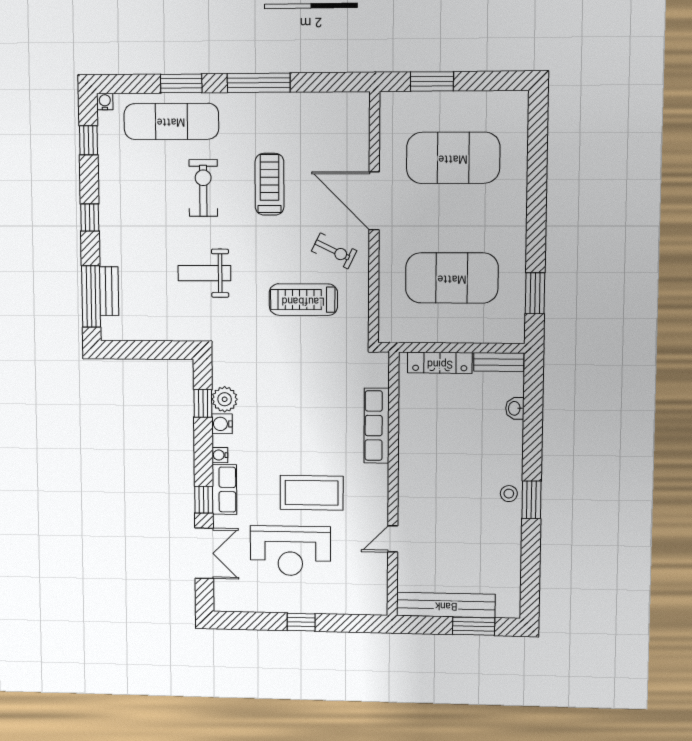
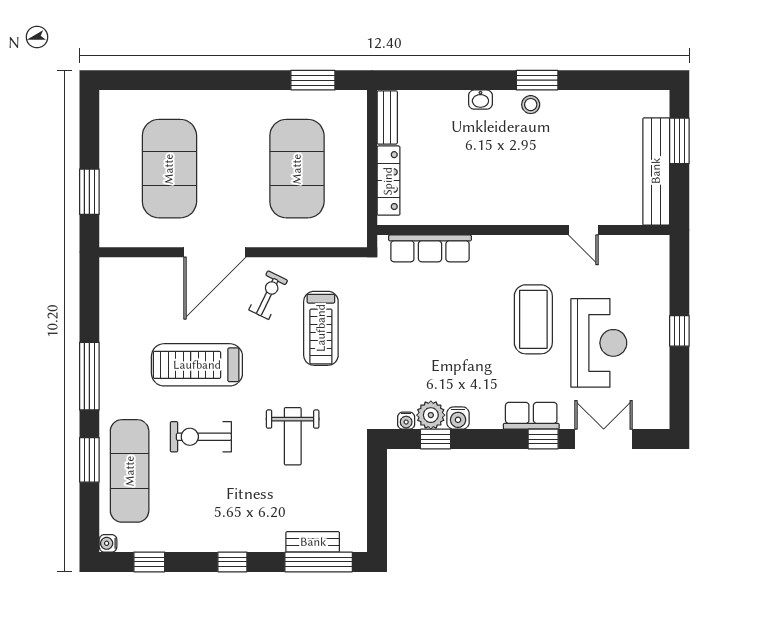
treadmill: (269, 184) -> (197, 365), width x1.37, depth x1.38
washbasin: (515, 408) -> (480, 100), moved
row of seats: (377, 426) -> (430, 248), moved
water cooler: (220, 455) -> (406, 421), moved

